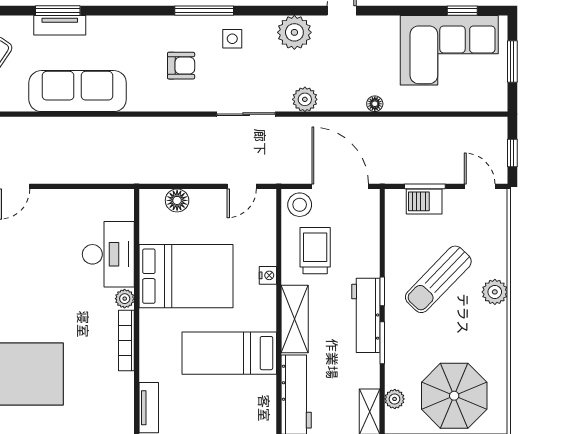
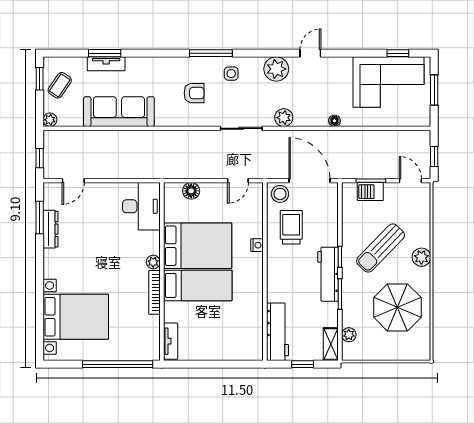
desk: (108, 254) -> (141, 206), moved
shelving: (295, 319) -> (276, 277), removed
bed: (229, 353) -> (198, 285), moved, turned 180
parasol: (454, 396) -> (397, 307), moved

